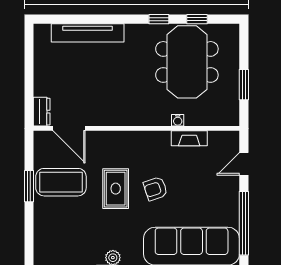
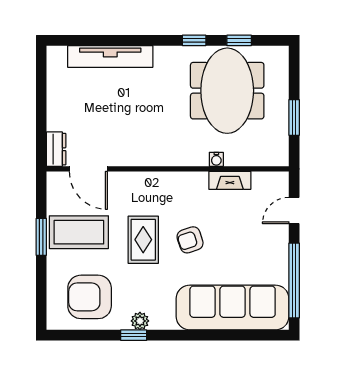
armchair: (70, 237) -> (90, 297), added

